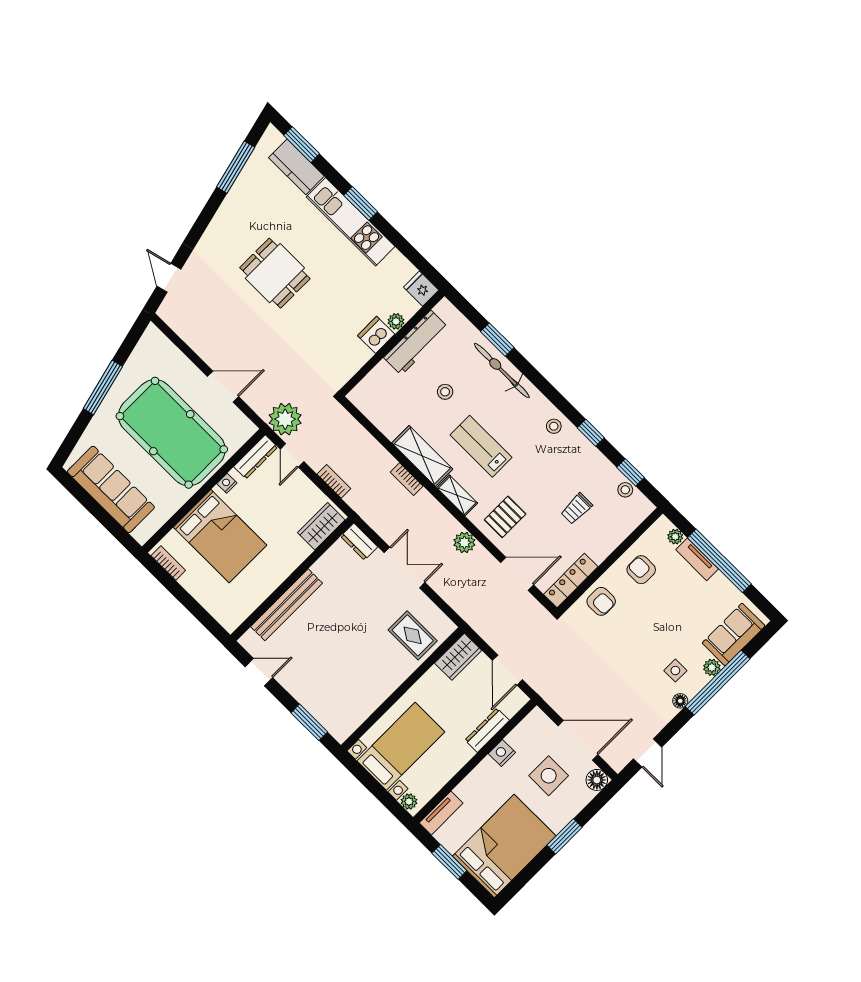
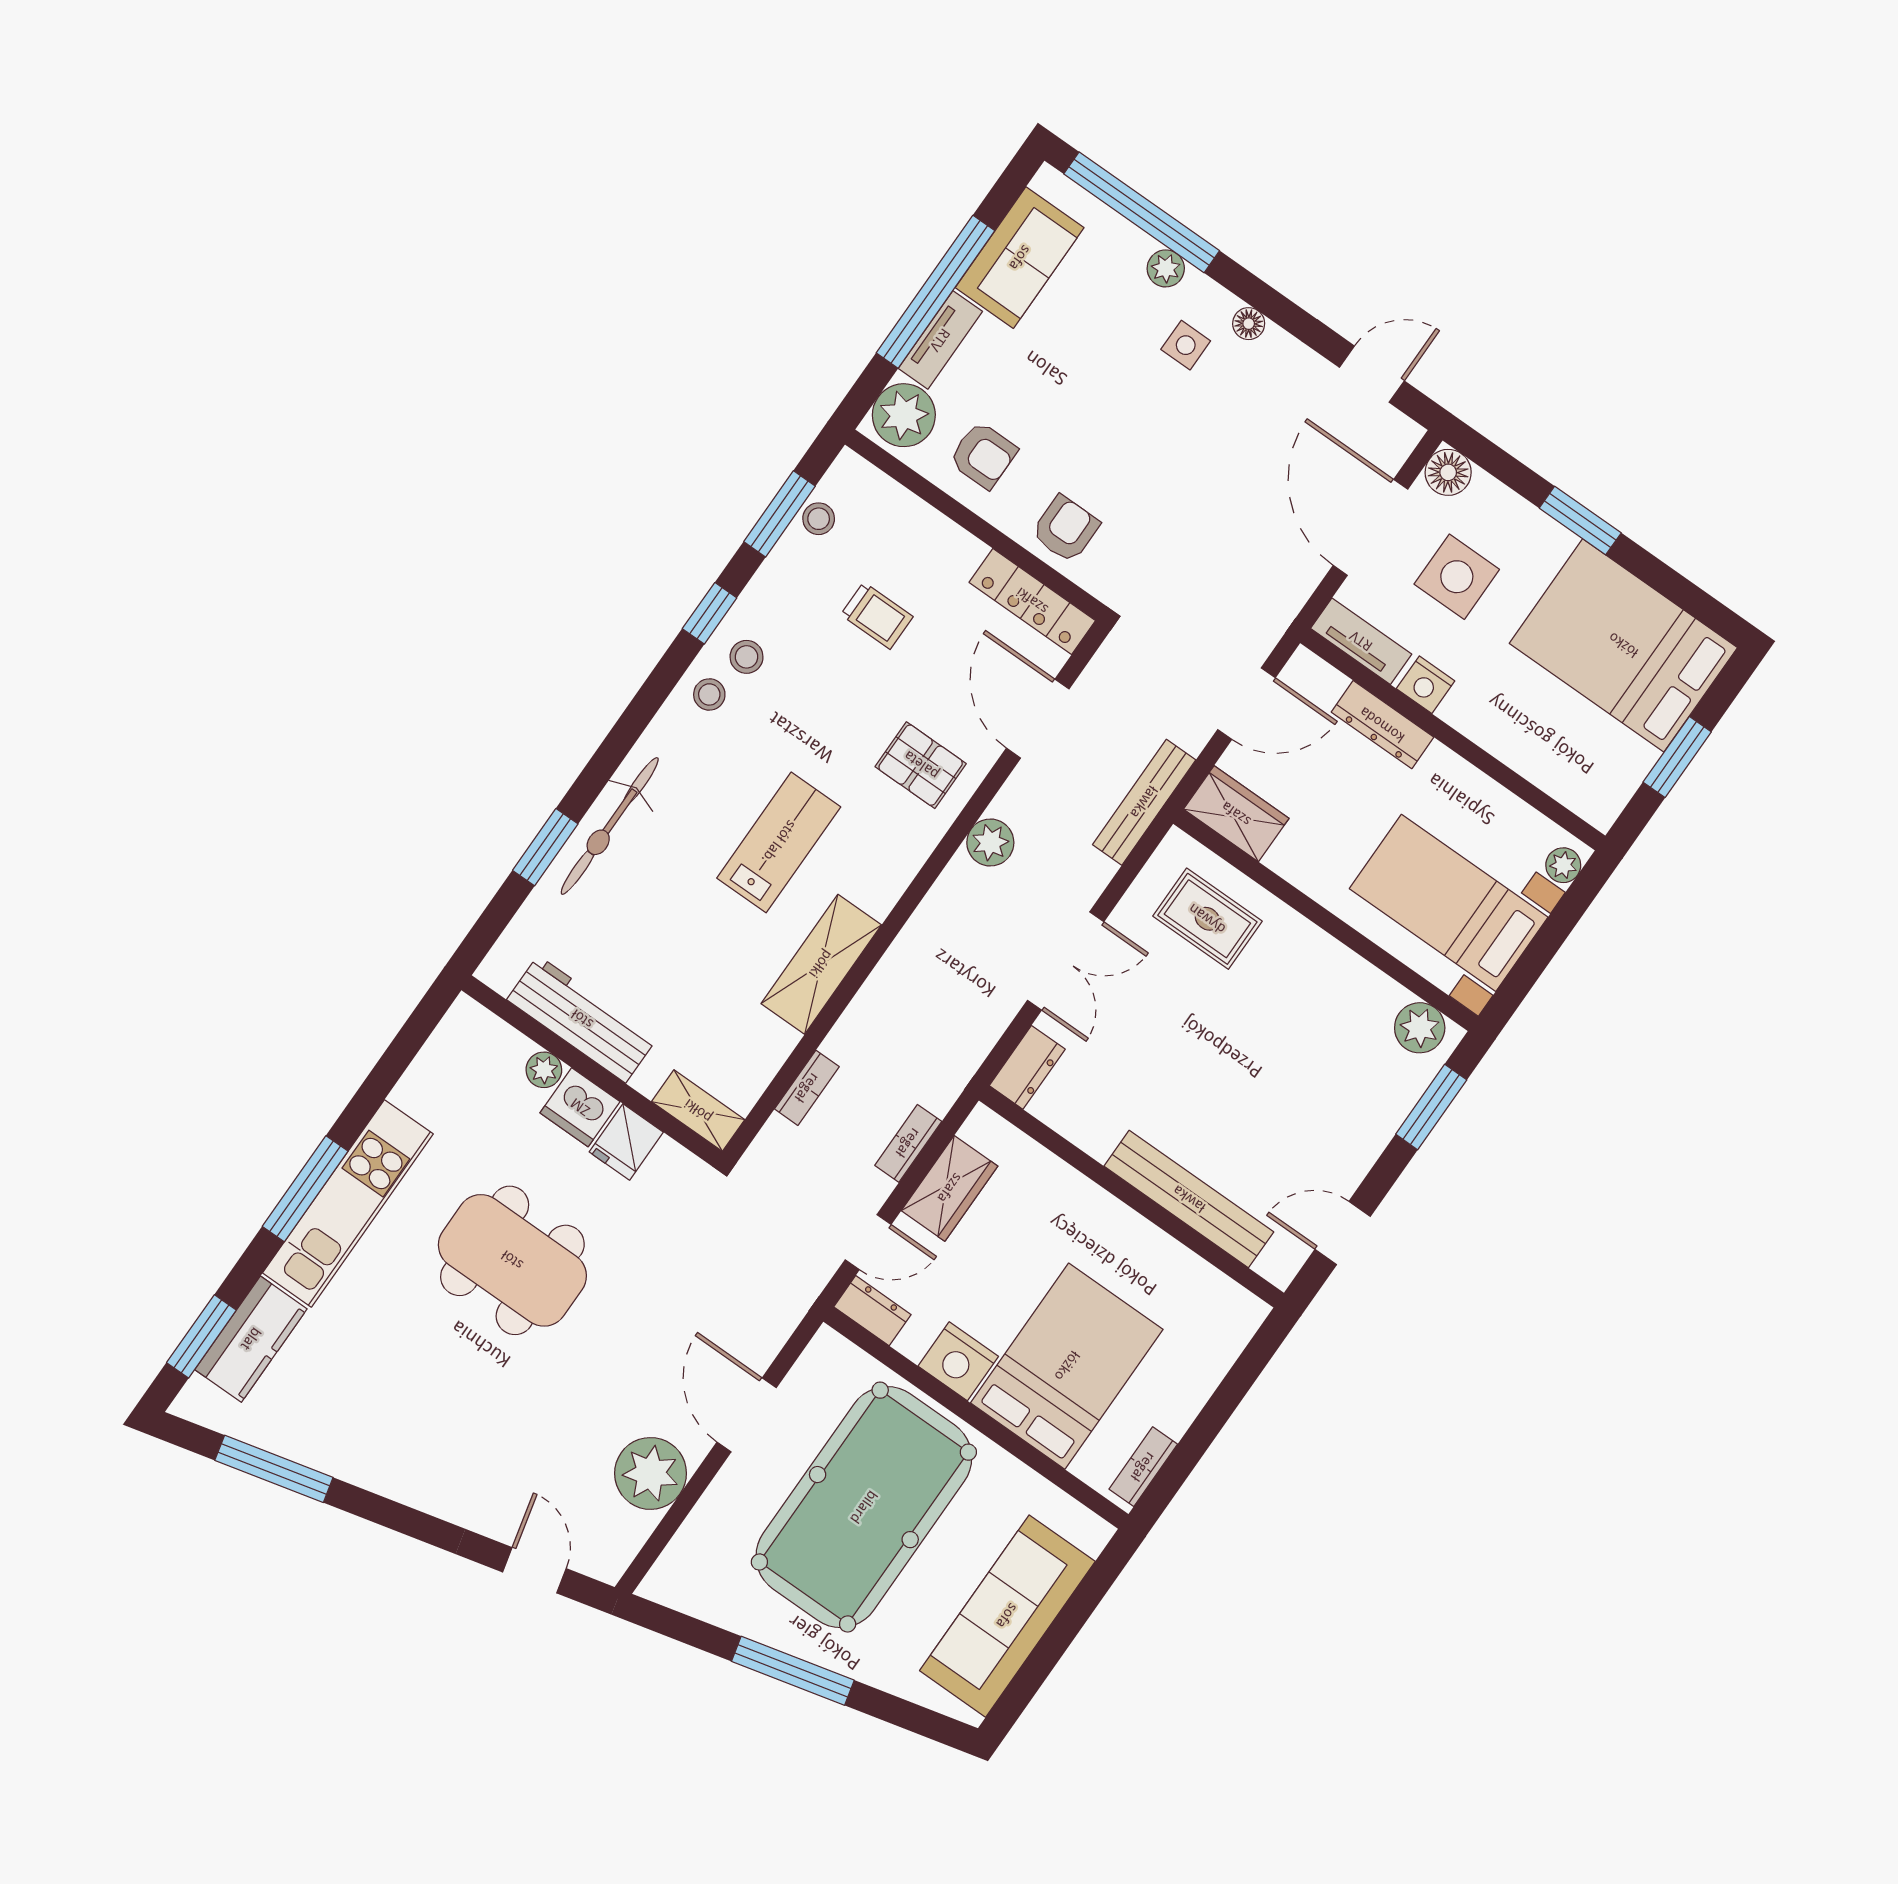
window: (361, 203) -> (305, 1189), width x1.44
dining table: (275, 273) -> (512, 1260), moved, width x1.38
door: (169, 278) -> (534, 1570), swing flipped
fridge: (421, 289) -> (626, 1142), moved
stool: (445, 392) -> (747, 657), moved
plant: (285, 419) -> (651, 1473), moved
lab bench: (481, 446) -> (779, 842), turned 180
dresser: (256, 457) -> (872, 1311), width x0.70
window: (631, 472) -> (780, 514), width x1.50
bookcase: (407, 479) -> (807, 1088), moved
nightstand: (227, 483) -> (958, 1361), width x1.89, depth x1.79
shelving: (457, 495) -> (698, 1111), moved, turned 90
wardrobe: (321, 526) -> (950, 1188), moved, turned -90
plant: (675, 537) -> (904, 415), width x1.88, depth x1.88
double door: (405, 567) -> (1066, 961), swing flipped
armchair: (641, 570) -> (983, 455), turned -90
bench: (471, 616) -> (1144, 802), added
sofa: (734, 634) -> (1020, 258), moved, turned -90
rug: (413, 635) -> (1207, 919), turned 90
door: (259, 672) -> (1343, 1233), hinge flipped
window: (718, 683) -> (1142, 212), moved
plant: (346, 723) -> (1420, 1028), added
tv unit: (441, 813) -> (1361, 641), moved

